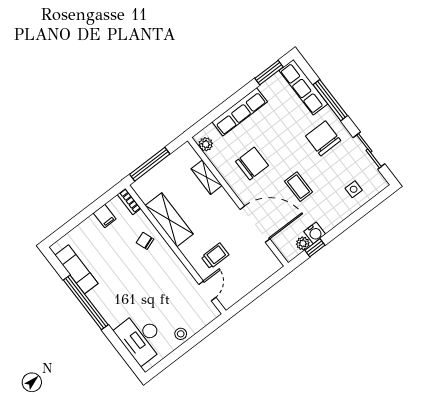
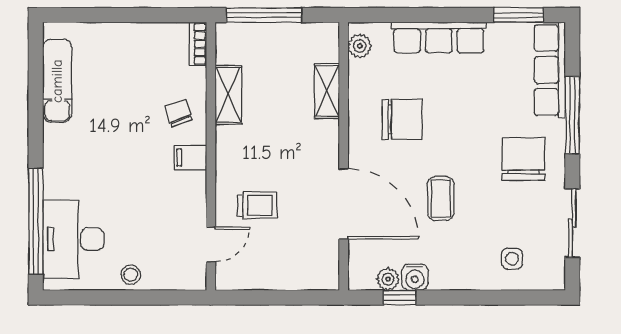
filing cabinet: (105, 216) -> (190, 158), moved, turned 90
shelving: (169, 220) -> (228, 95), width x0.67, depth x0.75
window: (86, 302) -> (36, 221), moved

